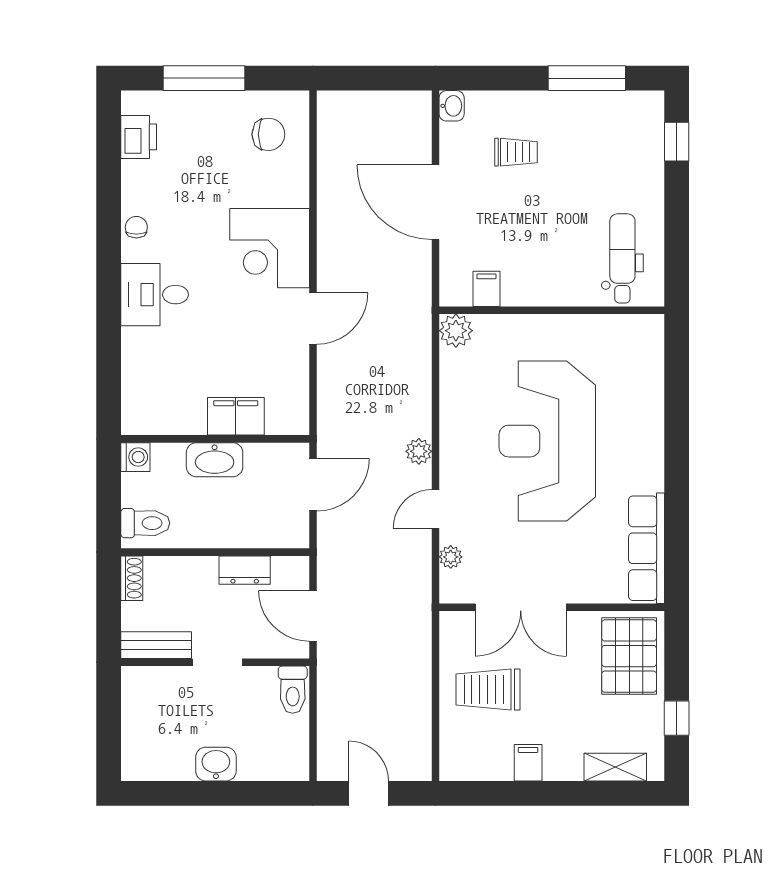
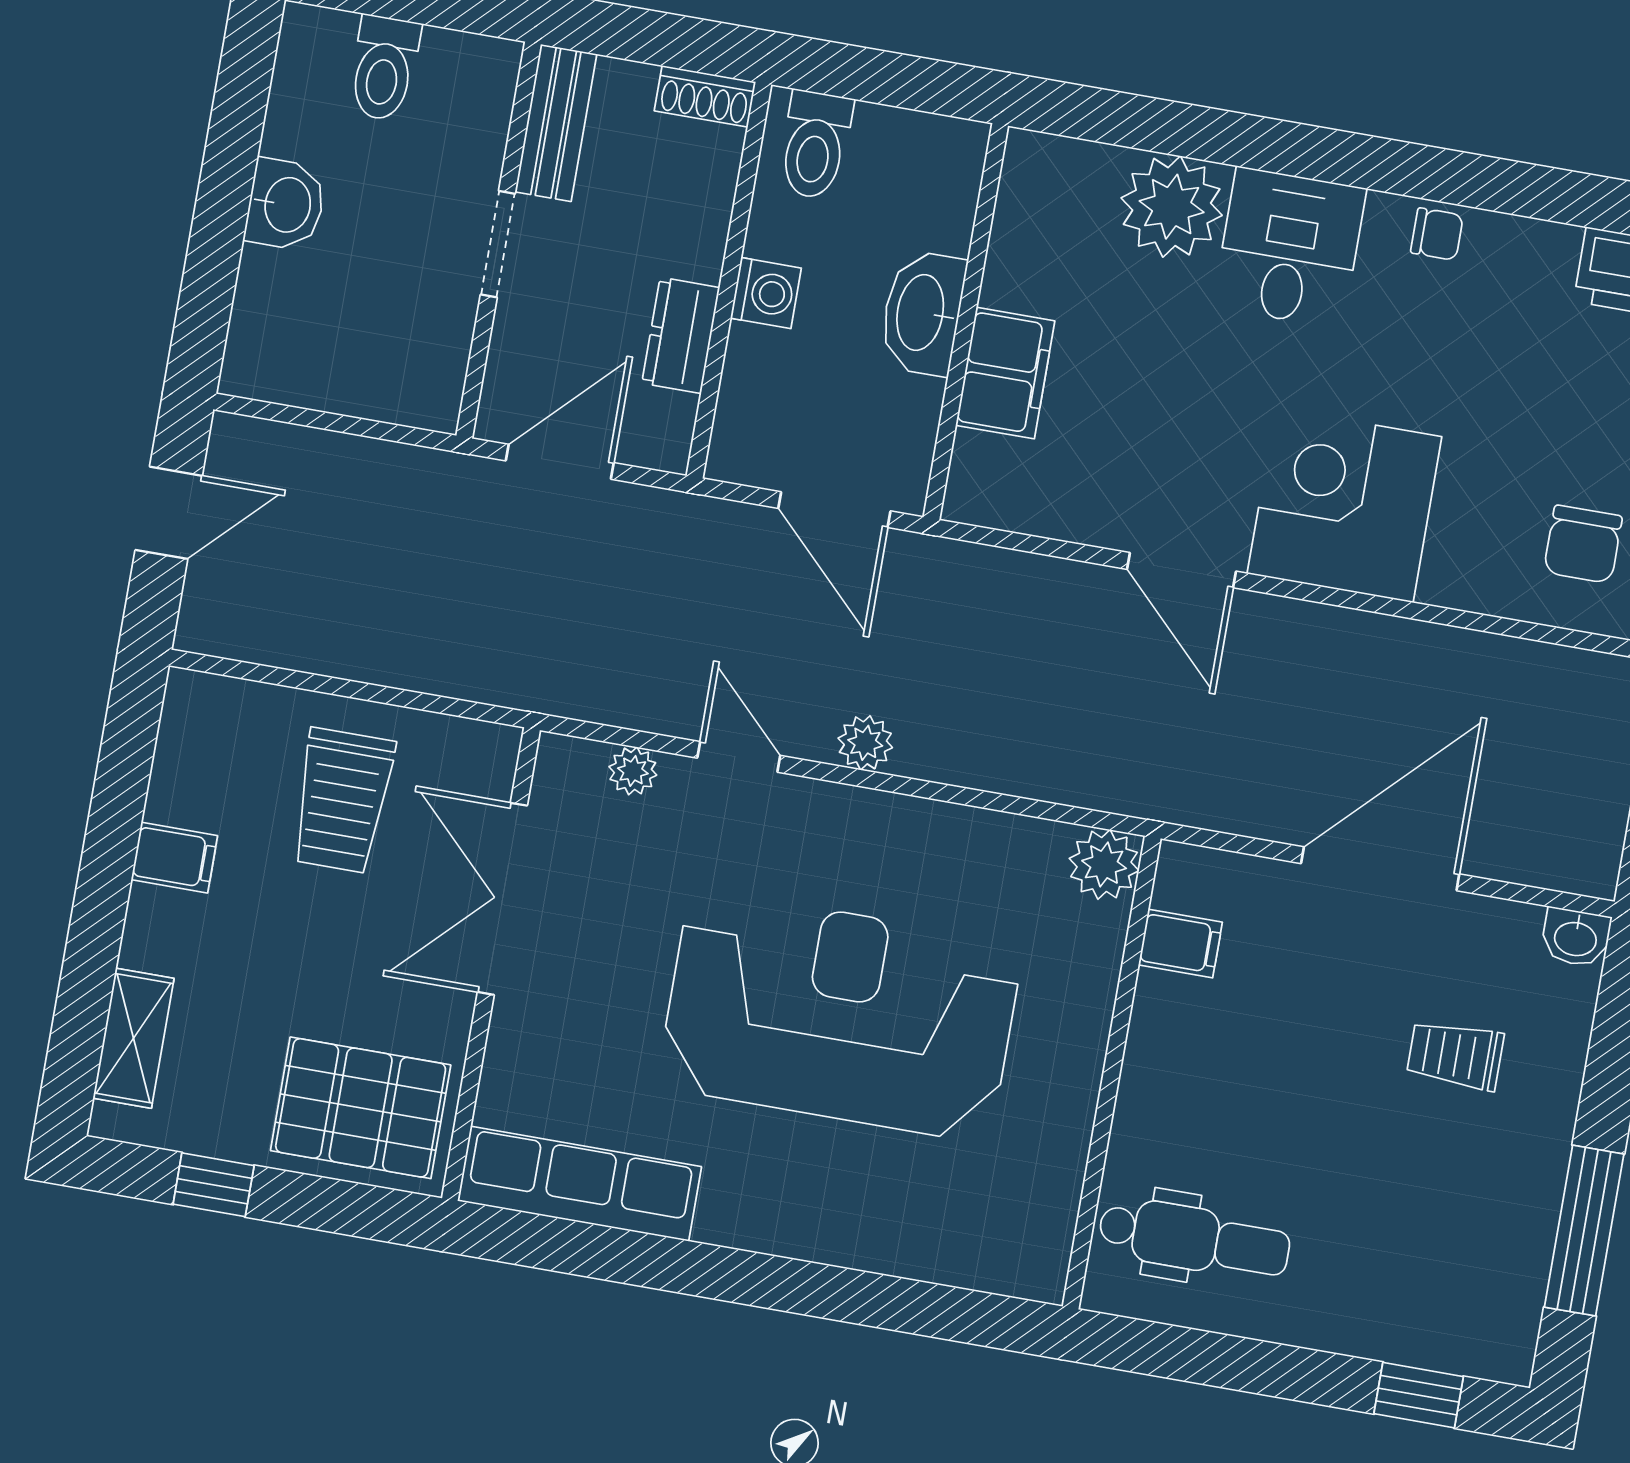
trolley: (516, 152) -> (1455, 1055), turned 90
plant: (145, 353) -> (1172, 207), added
washing machine: (135, 457) -> (766, 293), moved, turned -90
trolley: (488, 689) -> (342, 801), turned 180
toilet: (293, 690) -> (384, 68), moved, turned -90

